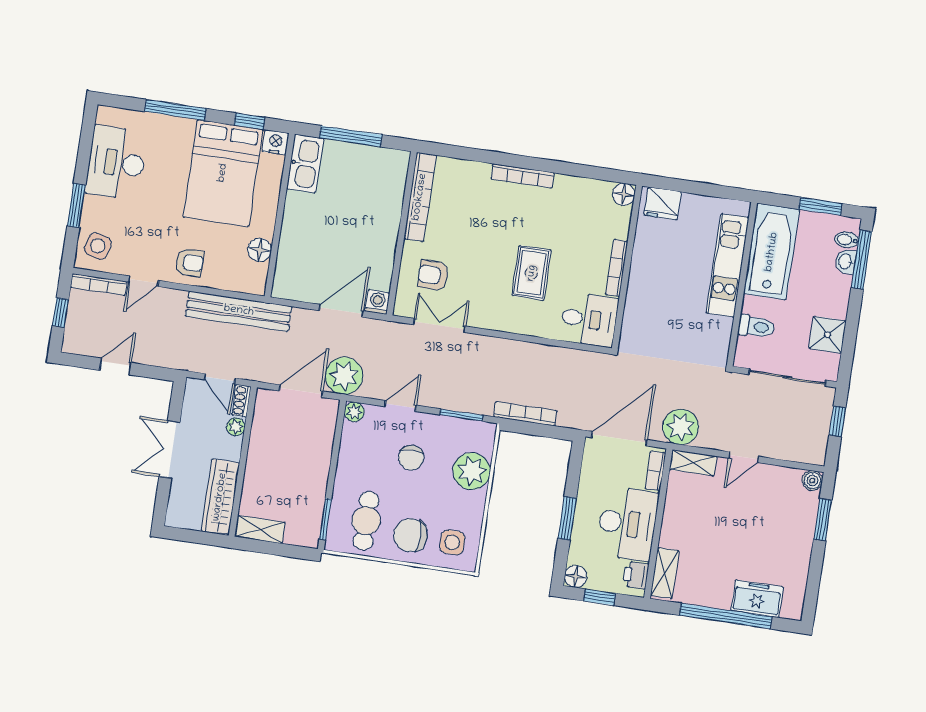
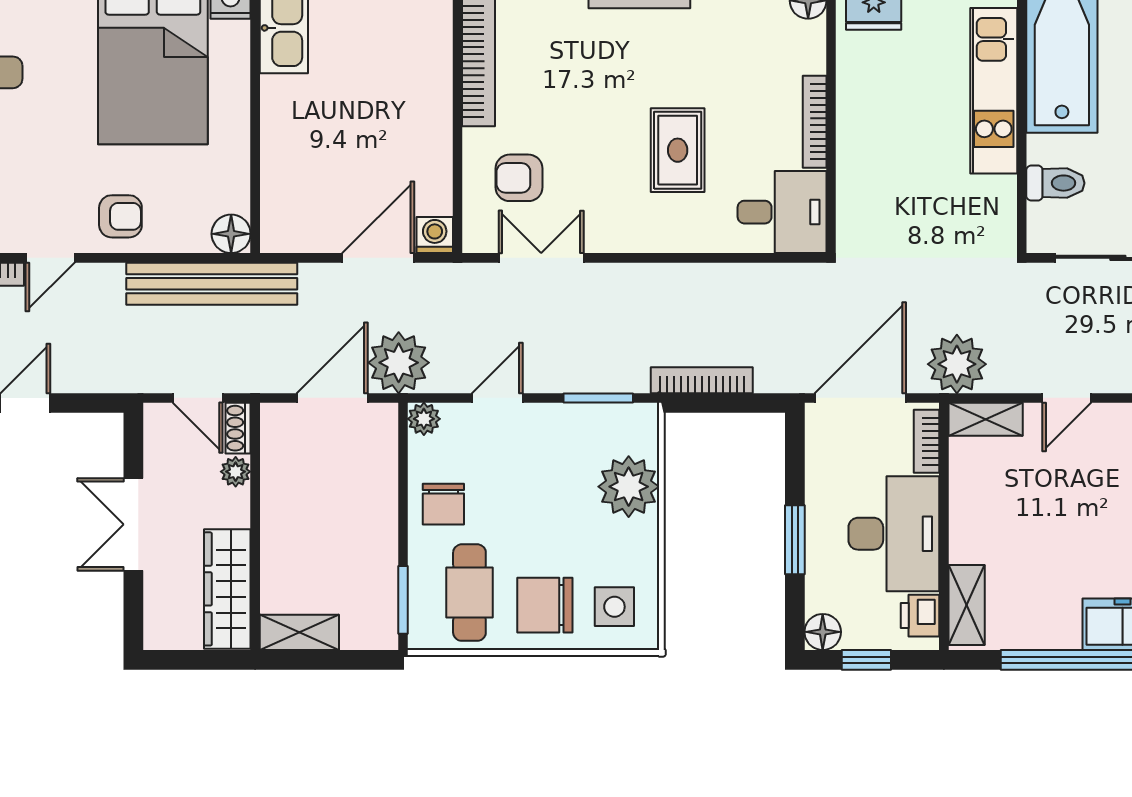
floor lamp: (260, 250) -> (231, 234), moved
chair: (411, 458) -> (443, 504), moved

